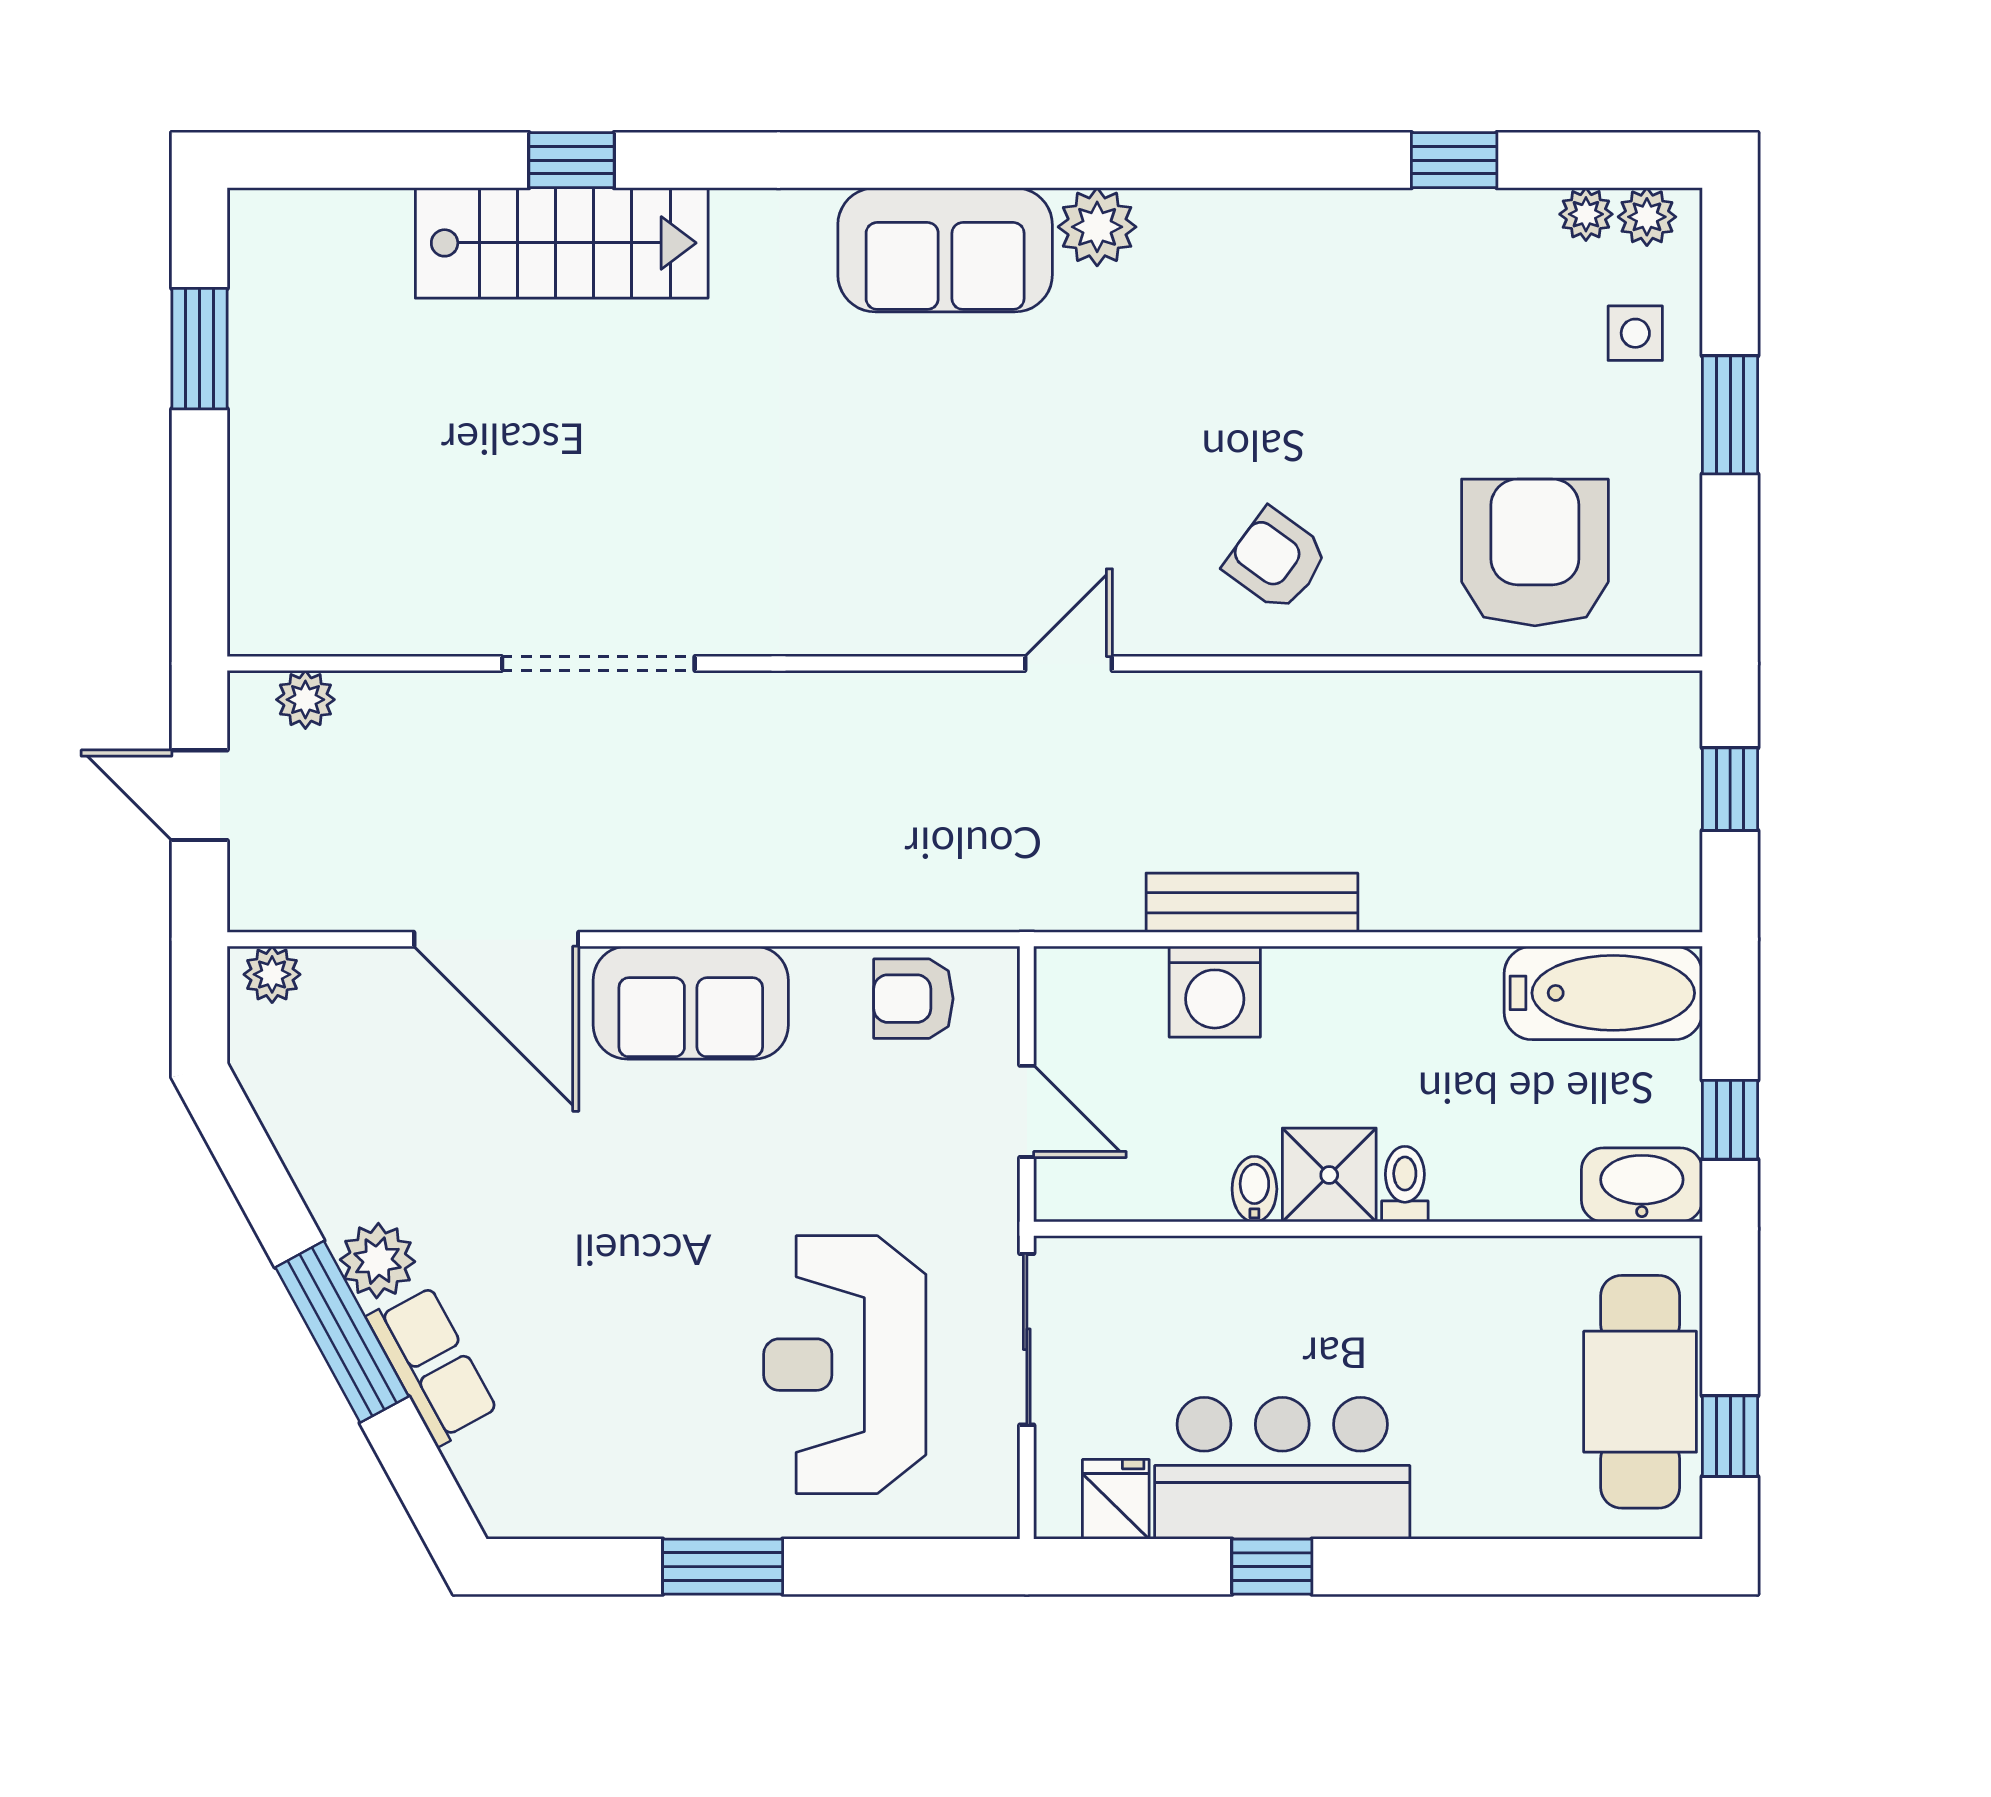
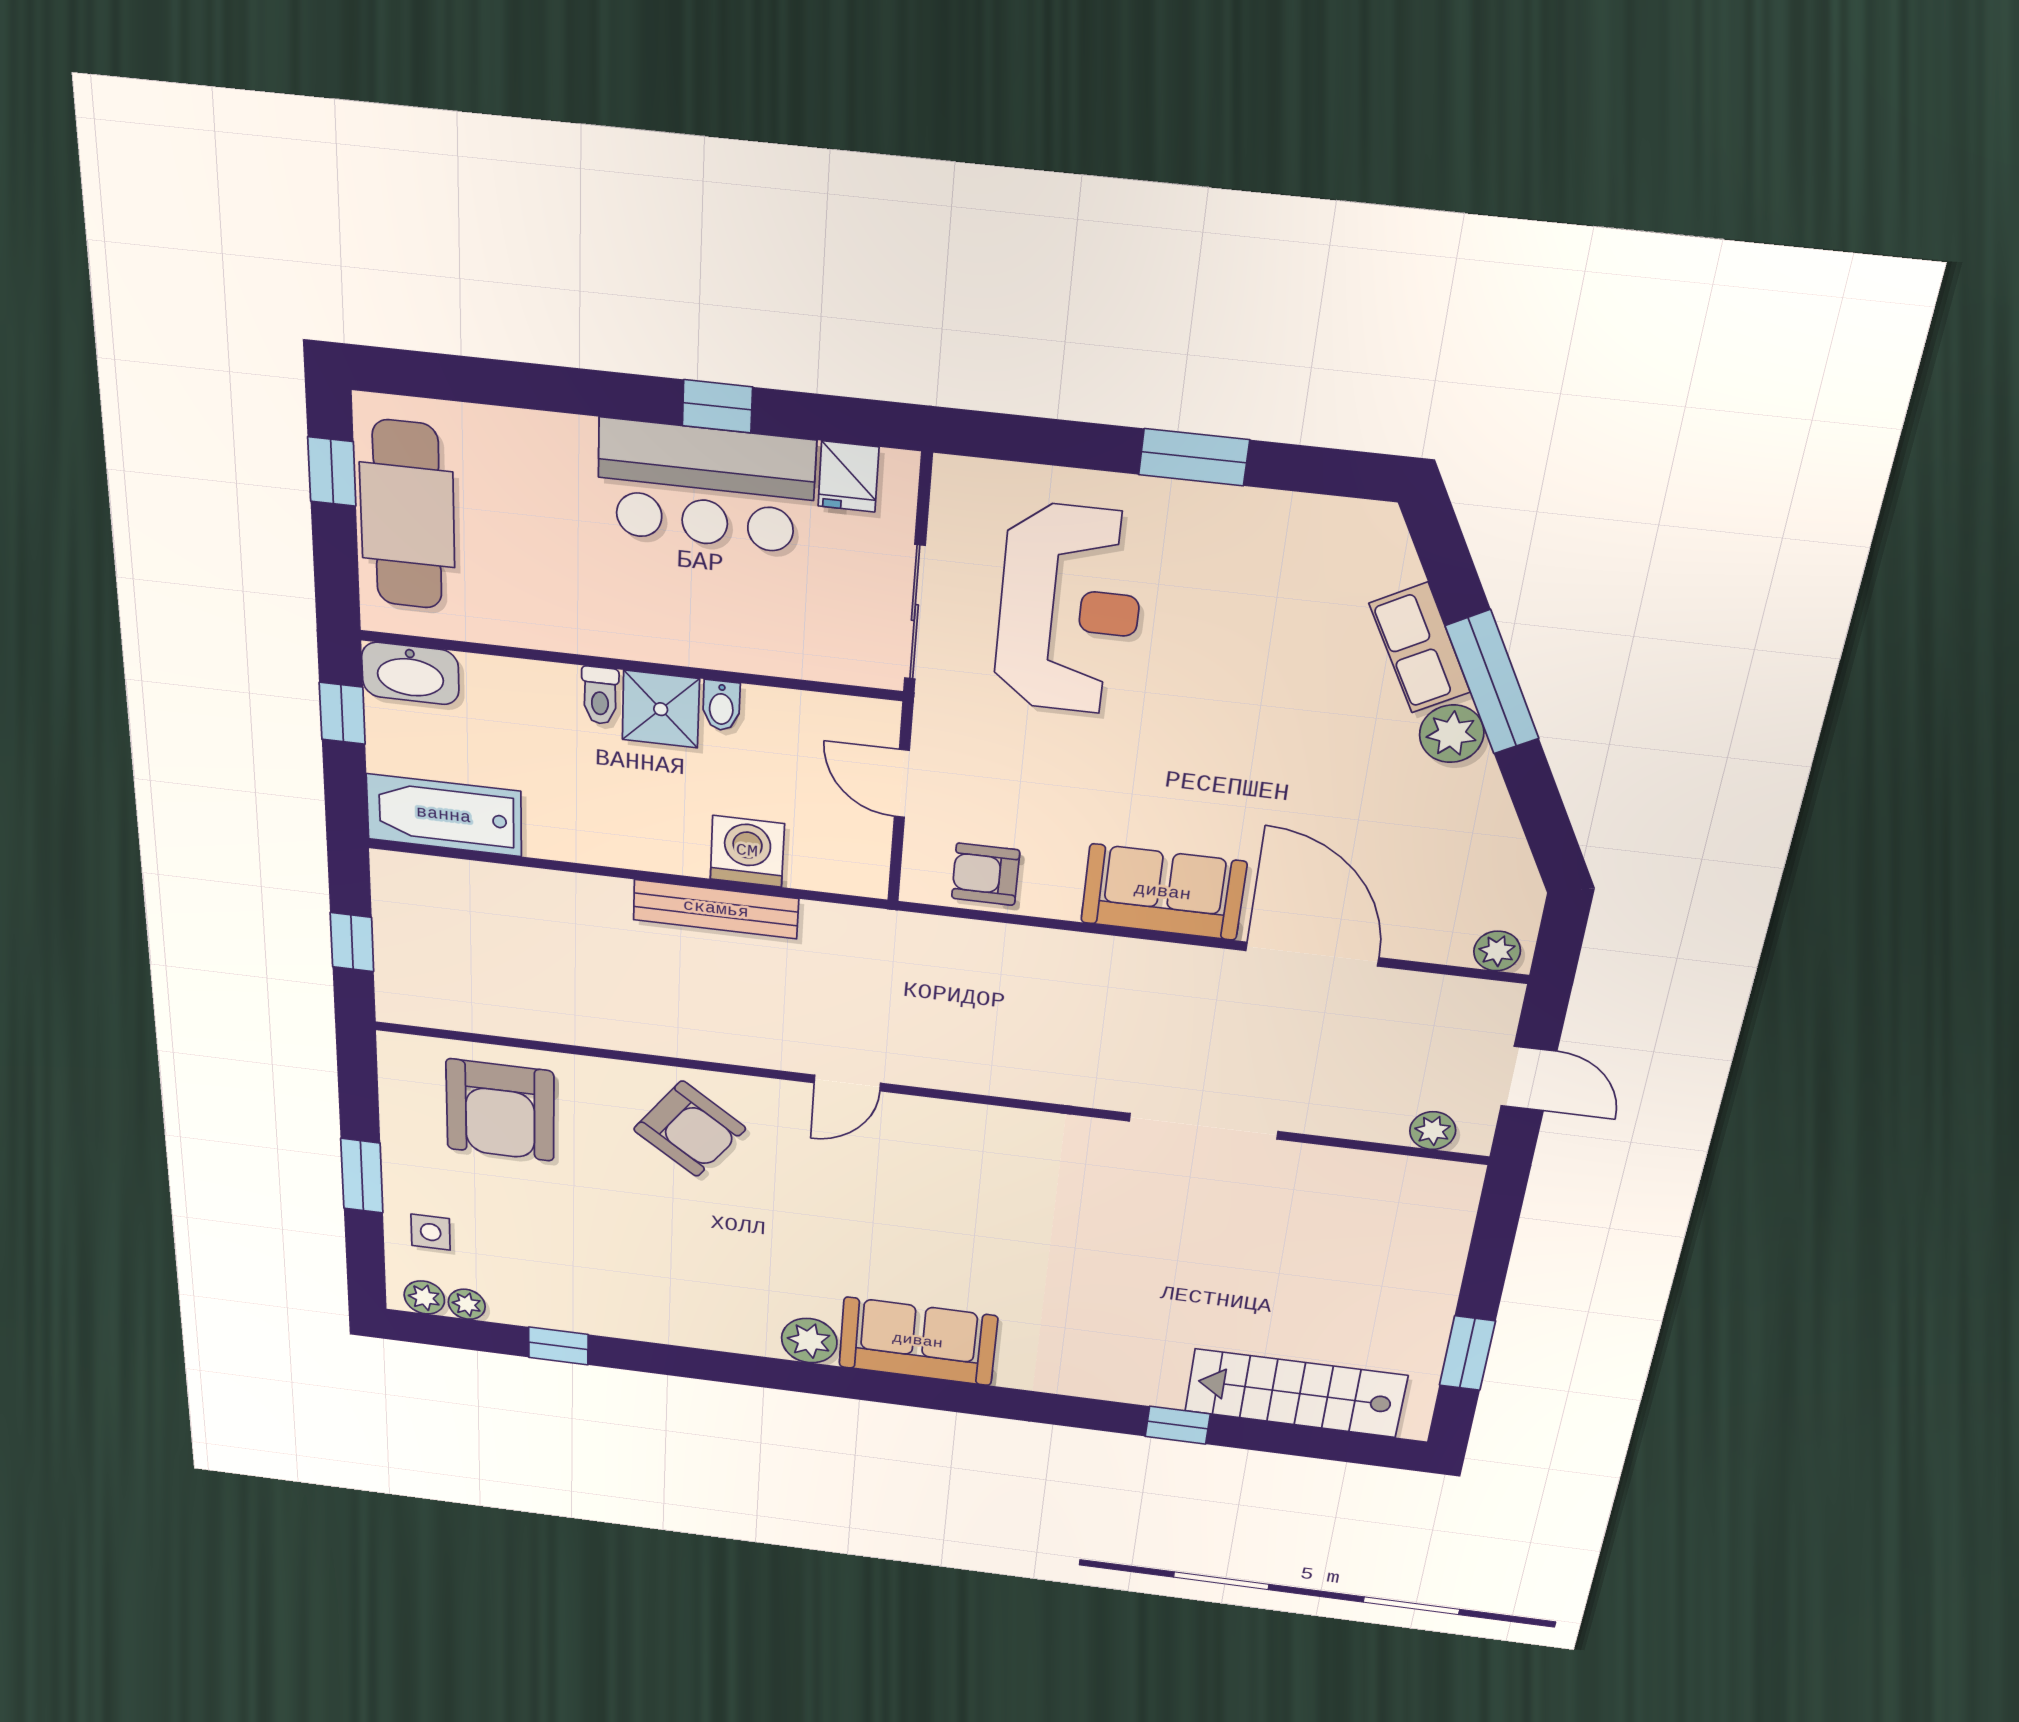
stairs: (562, 243) -> (1296, 1393), moved
armchair: (1276, 560) -> (690, 1129), width x1.38, depth x1.38
armchair: (913, 999) -> (986, 874), turned 180

